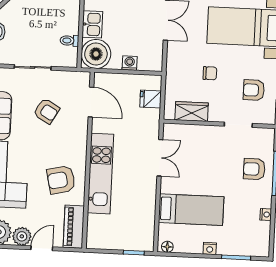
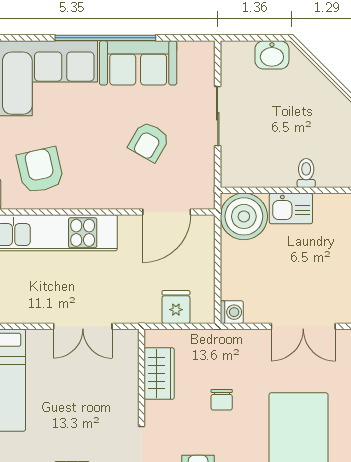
toilet: (69, 41) -> (306, 173), moved
washing machine: (130, 63) -> (232, 312), moved

